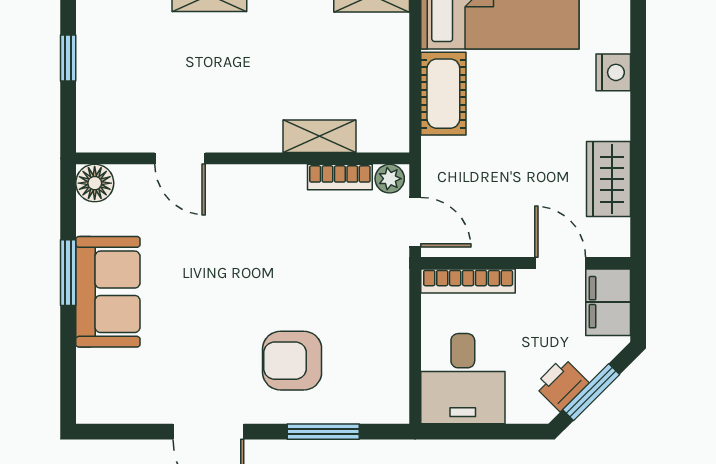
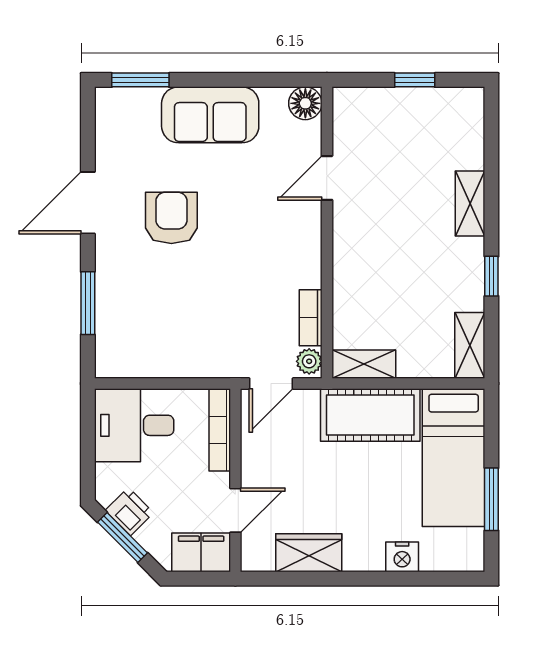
cot: (443, 94) -> (370, 415), width x1.37, depth x1.34
shelving: (320, 136) -> (364, 364), moved, turned 90
window: (68, 273) -> (140, 80), moved
armchair: (292, 361) -> (171, 218), moved

